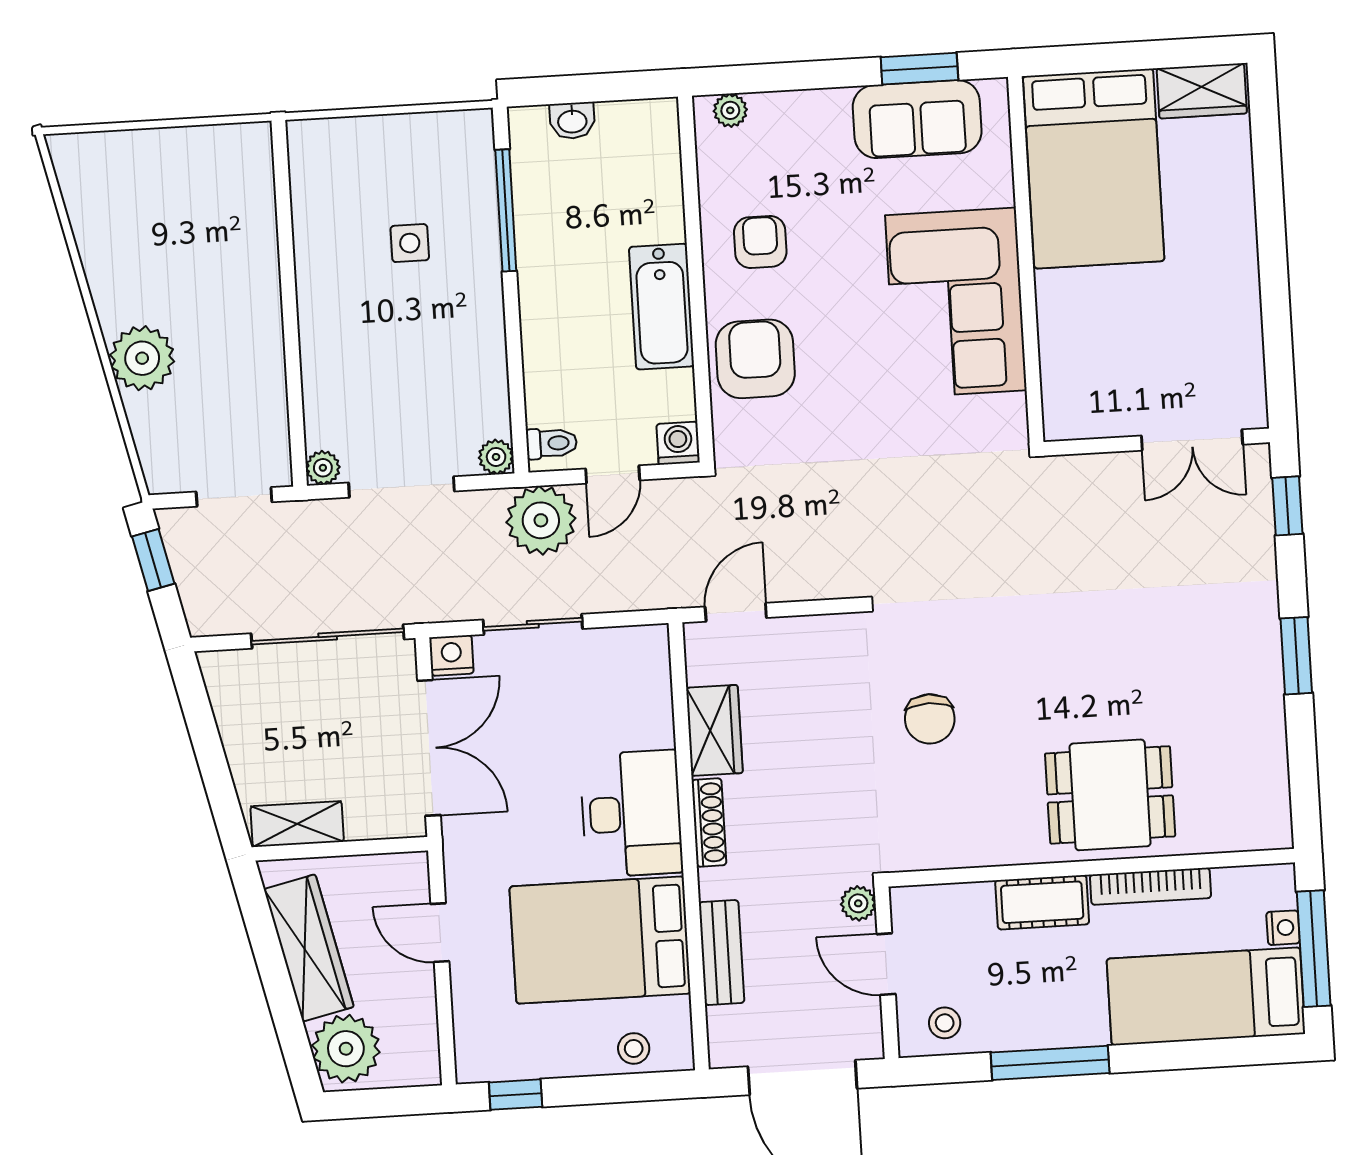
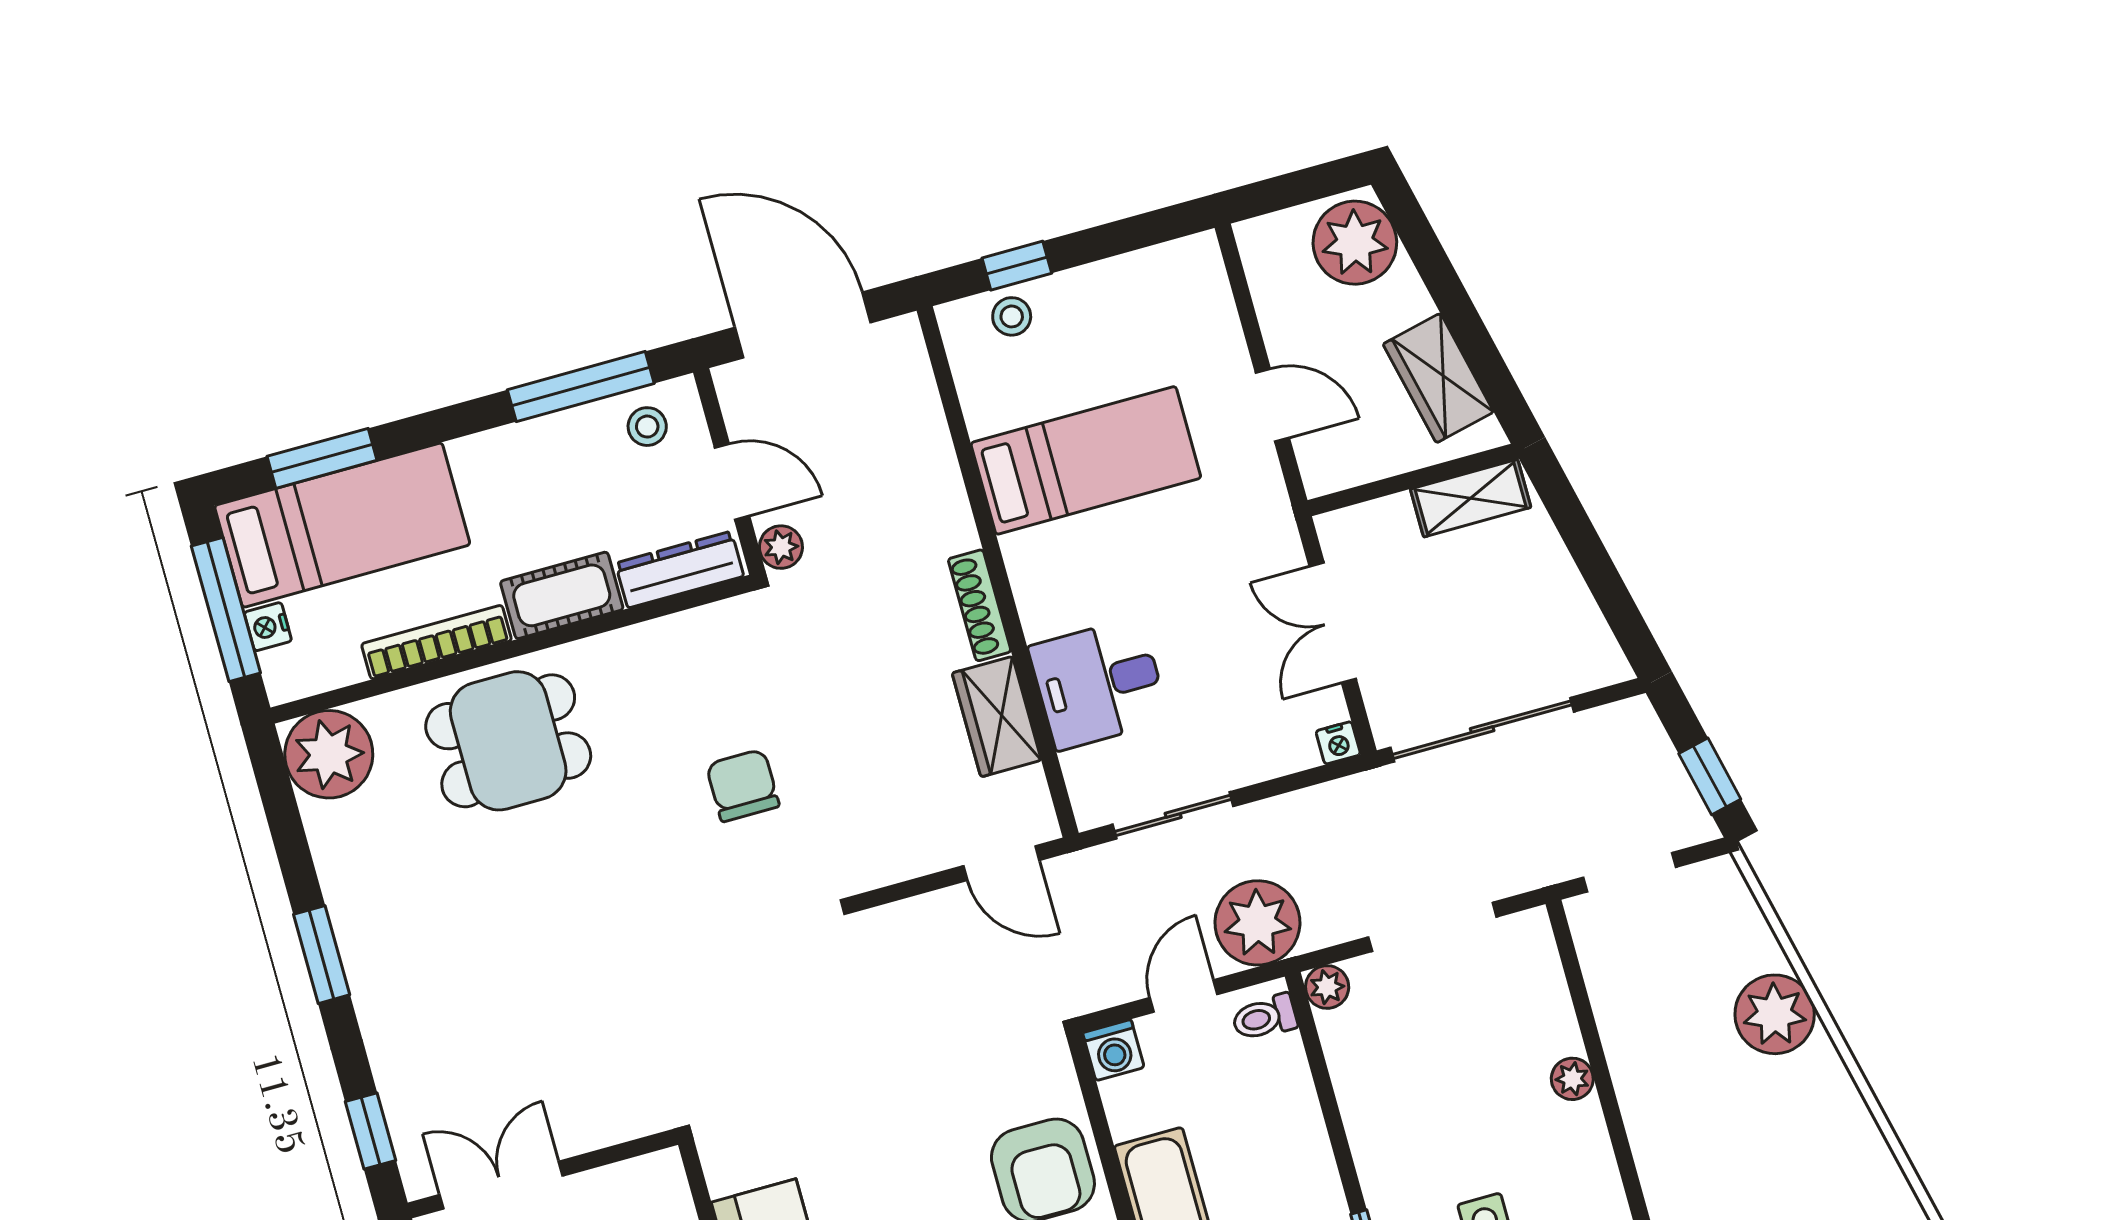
plant: (323, 468) -> (1572, 1079), moved
door: (736, 612) -> (1001, 863), hinge flipped
sliding door: (533, 624) -> (1173, 815), moved
nightstand: (451, 655) -> (1338, 743), width x0.72, depth x0.74
double door: (429, 748) -> (1333, 623), width x0.73
desk: (631, 814) -> (1099, 683), moved, width x0.73
plant: (1256, 815) -> (329, 754), added
dresser: (943, 903) -> (680, 570), added
bed: (600, 940) -> (1086, 460), width x0.67
wardrobe: (309, 948) -> (1438, 378), width x0.67
bench: (722, 953) -> (931, 453), removed
window: (1211, 1053) -> (322, 458), added
window: (1050, 1063) -> (581, 387), moved
window: (516, 1095) -> (1017, 266), moved

